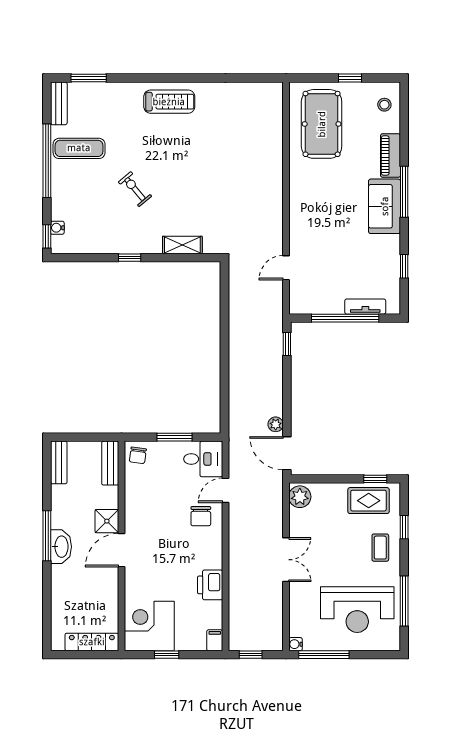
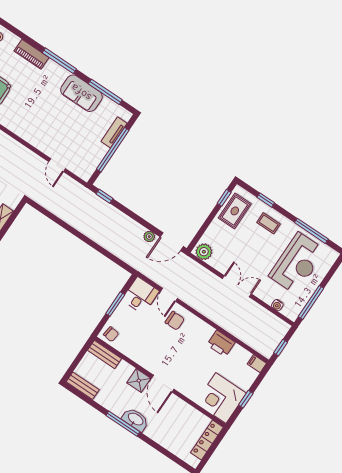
sofa: (385, 206) -> (81, 93), moved
window: (404, 266) -> (105, 92), width x2.17
water cooler: (295, 644) -> (277, 305), moved

